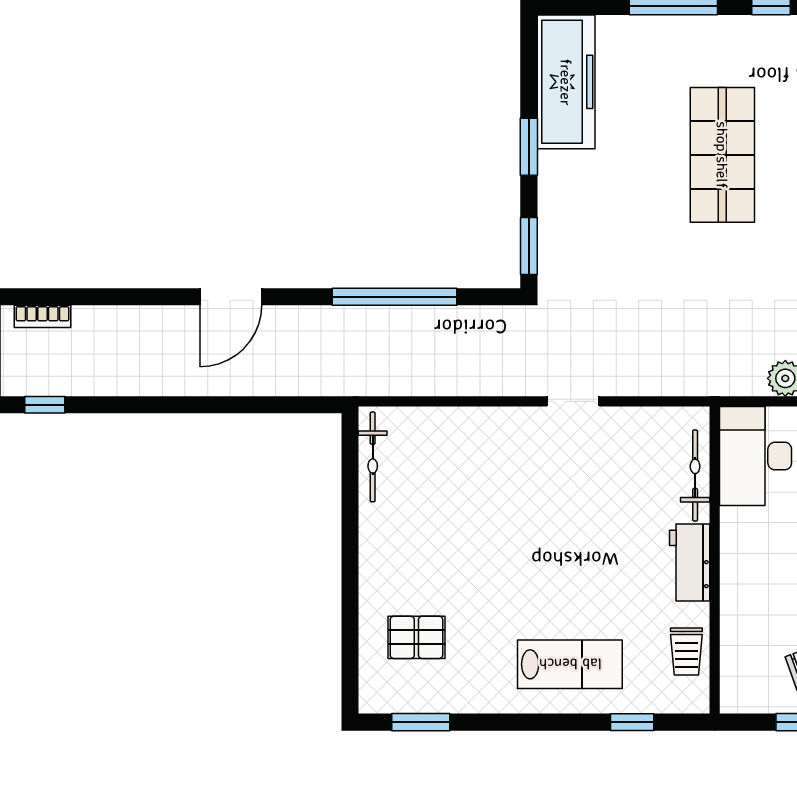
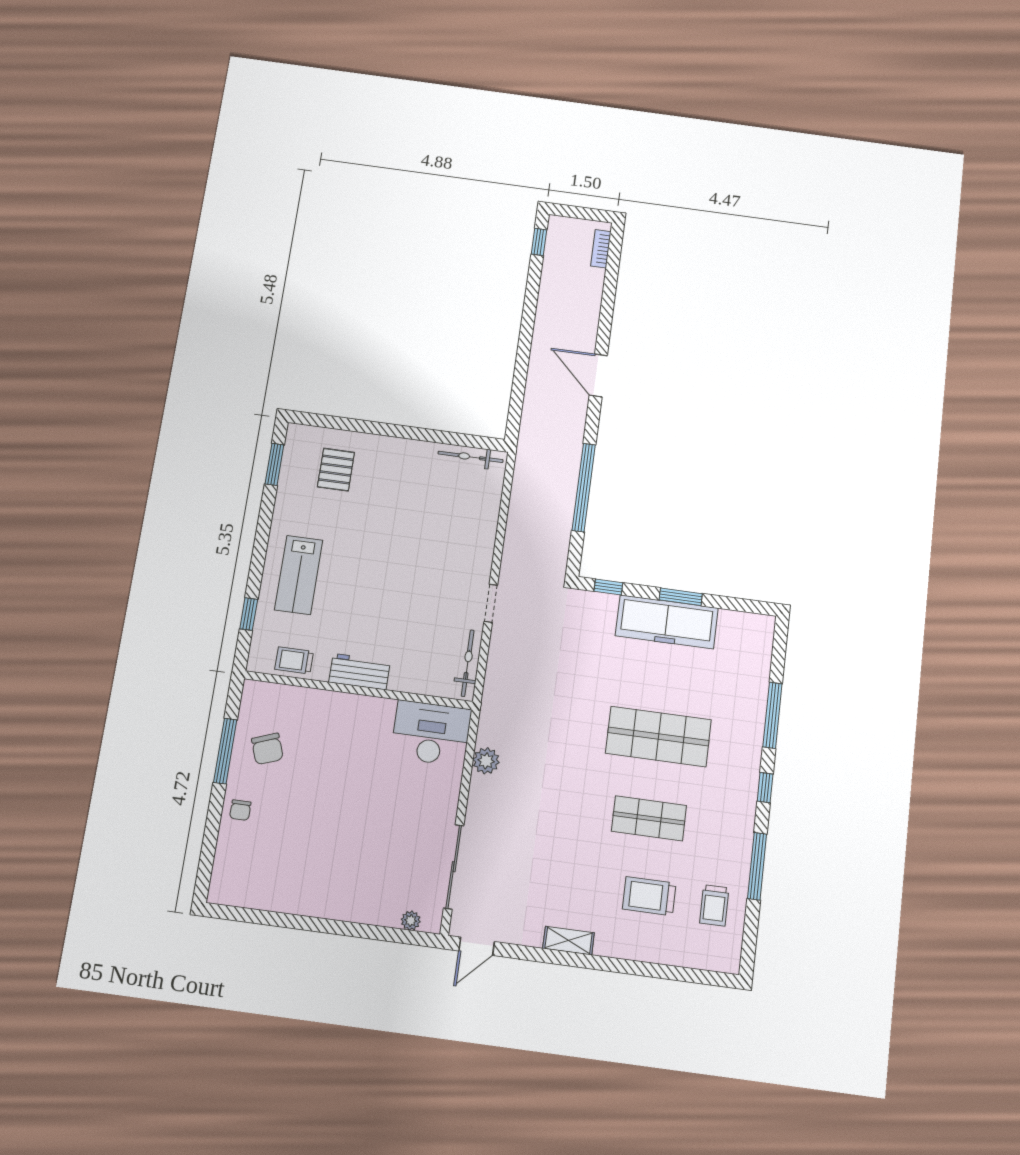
freezer: (566, 82) -> (667, 622), moved
window: (529, 246) -> (608, 587), width x0.67
bicycle: (695, 476) -> (468, 663), moved, turned -90

